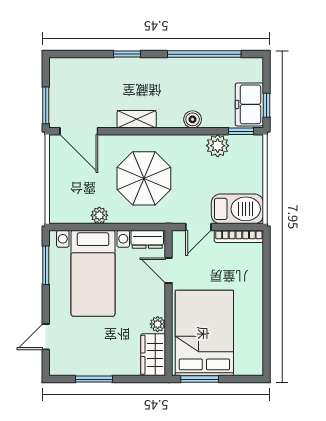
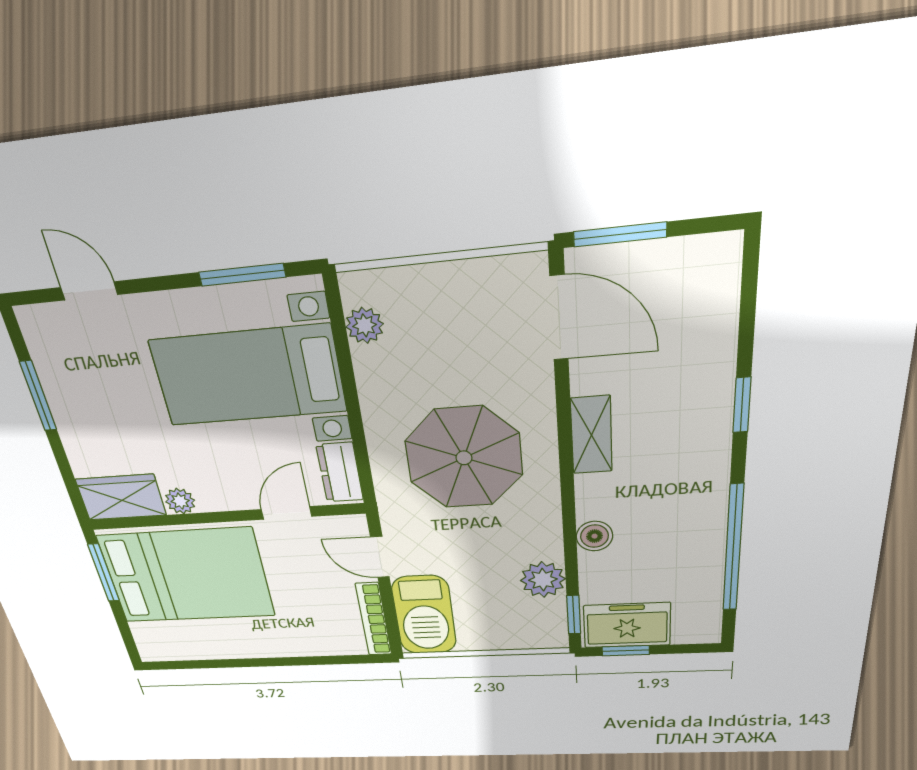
door: (79, 131) -> (559, 318), swing flipped
plant: (99, 215) -> (365, 325), moved

